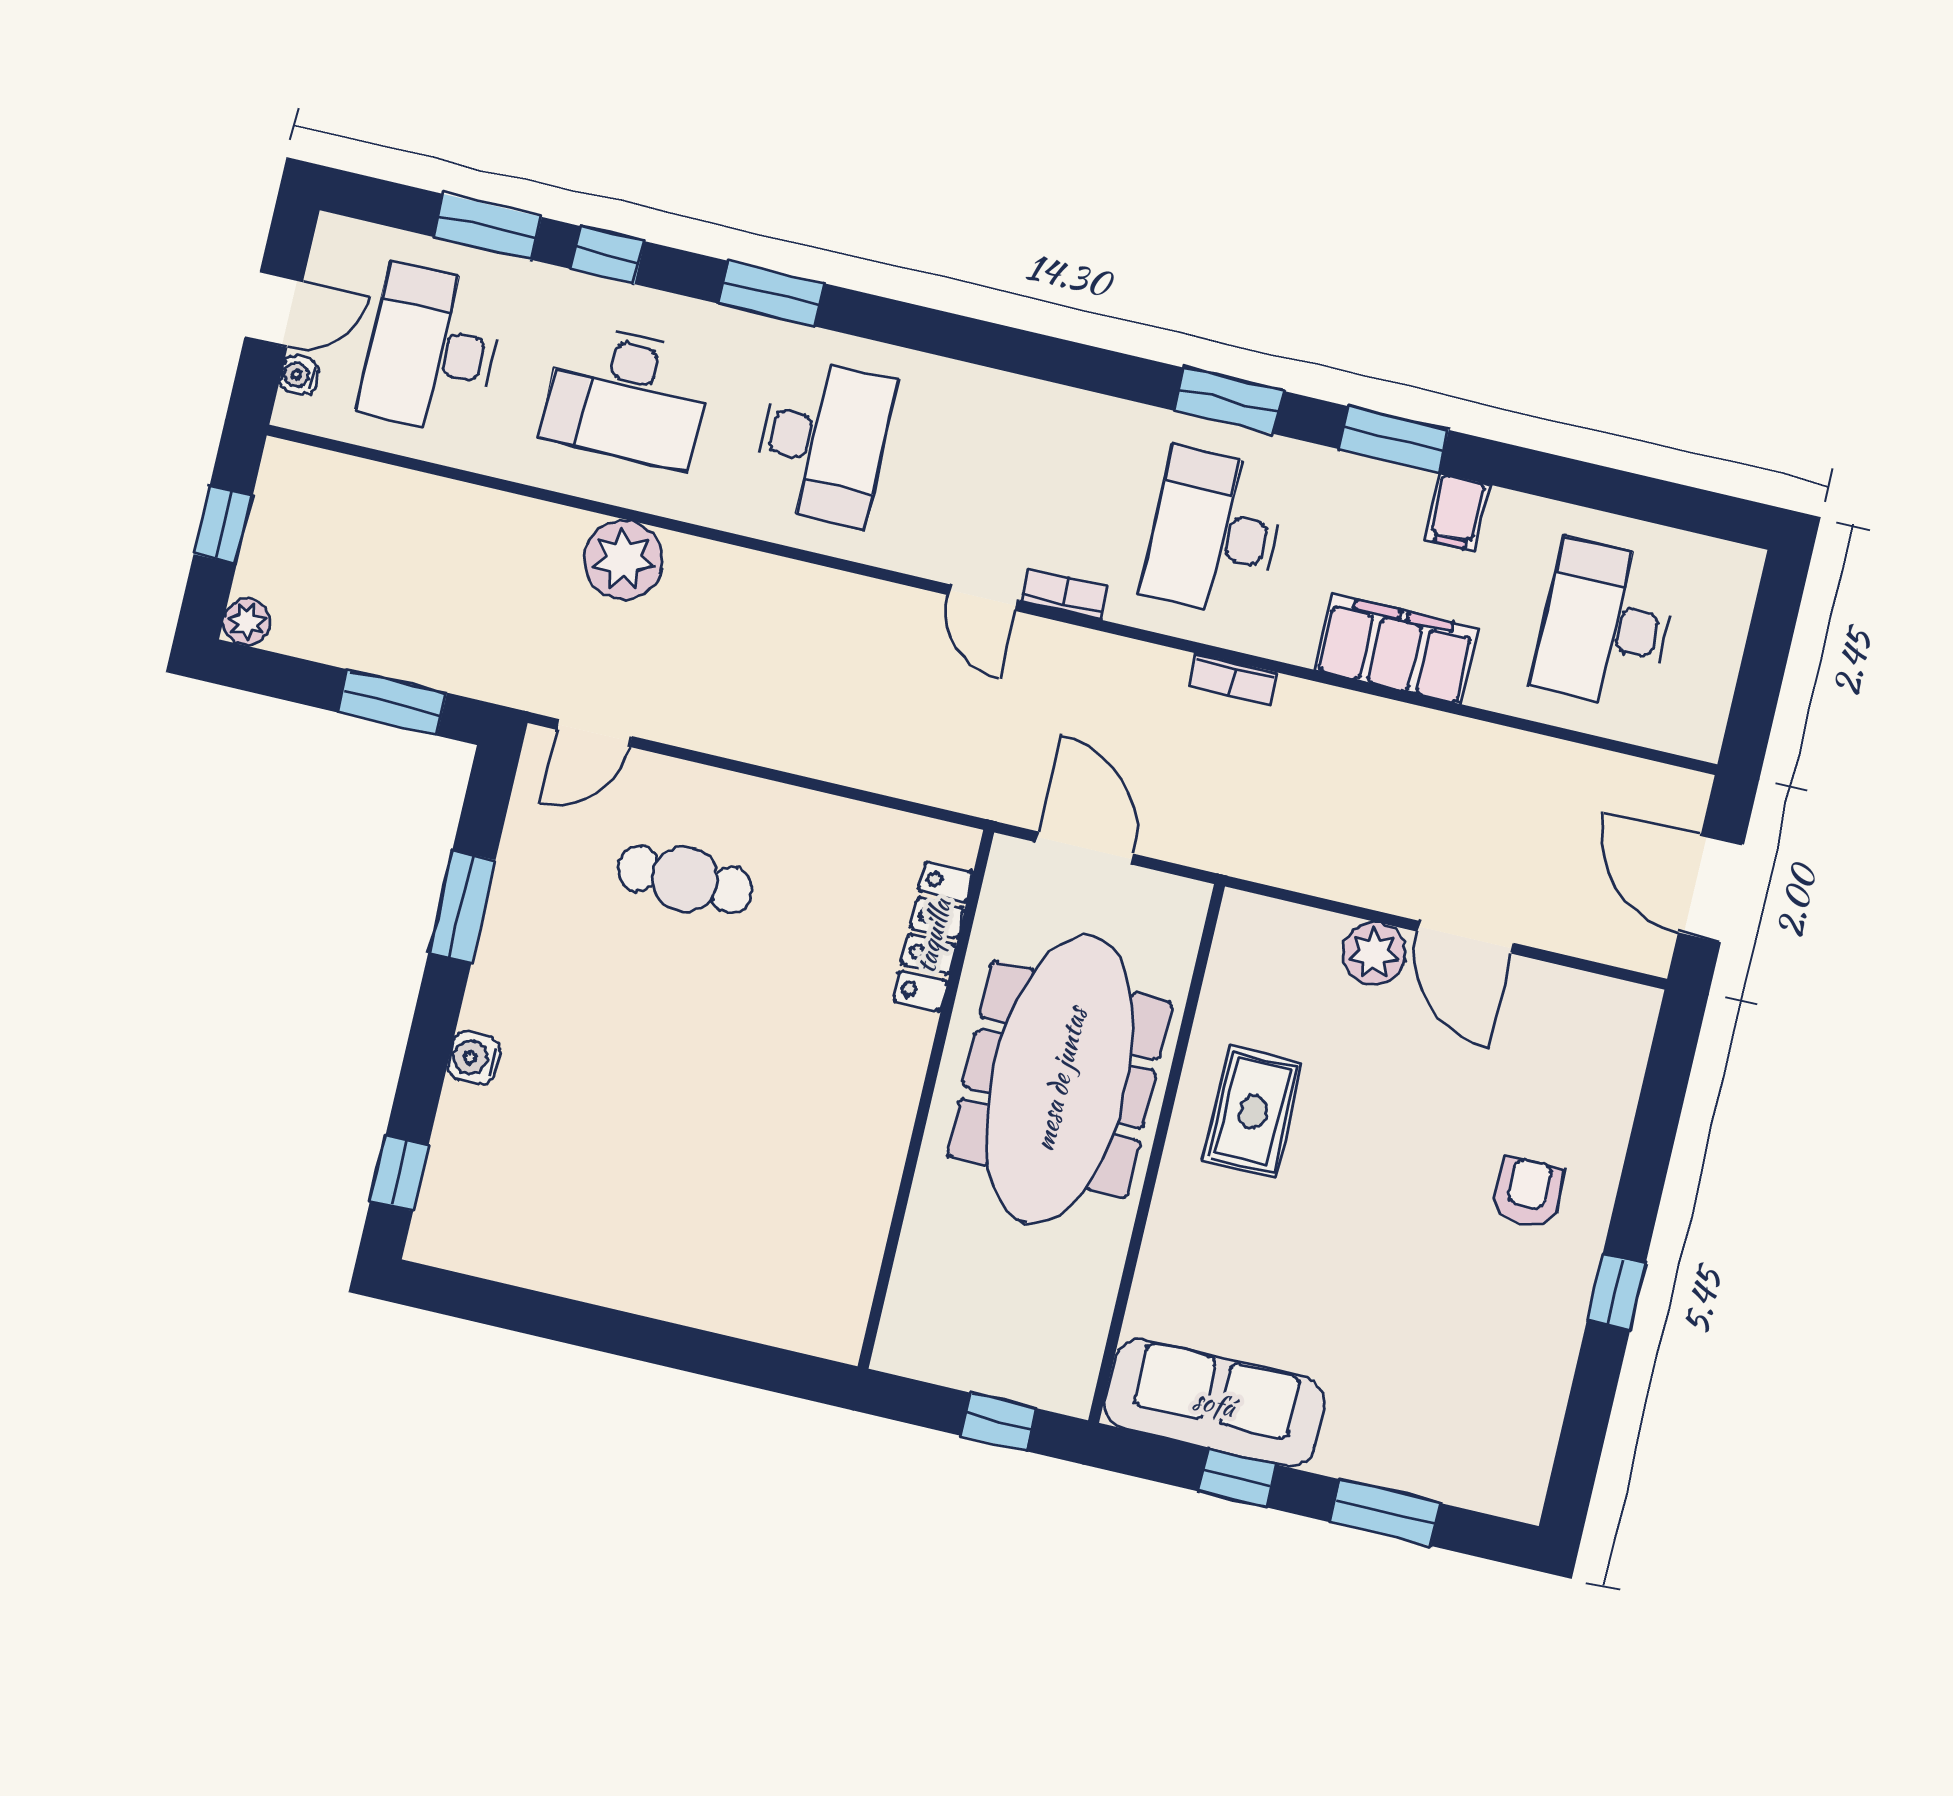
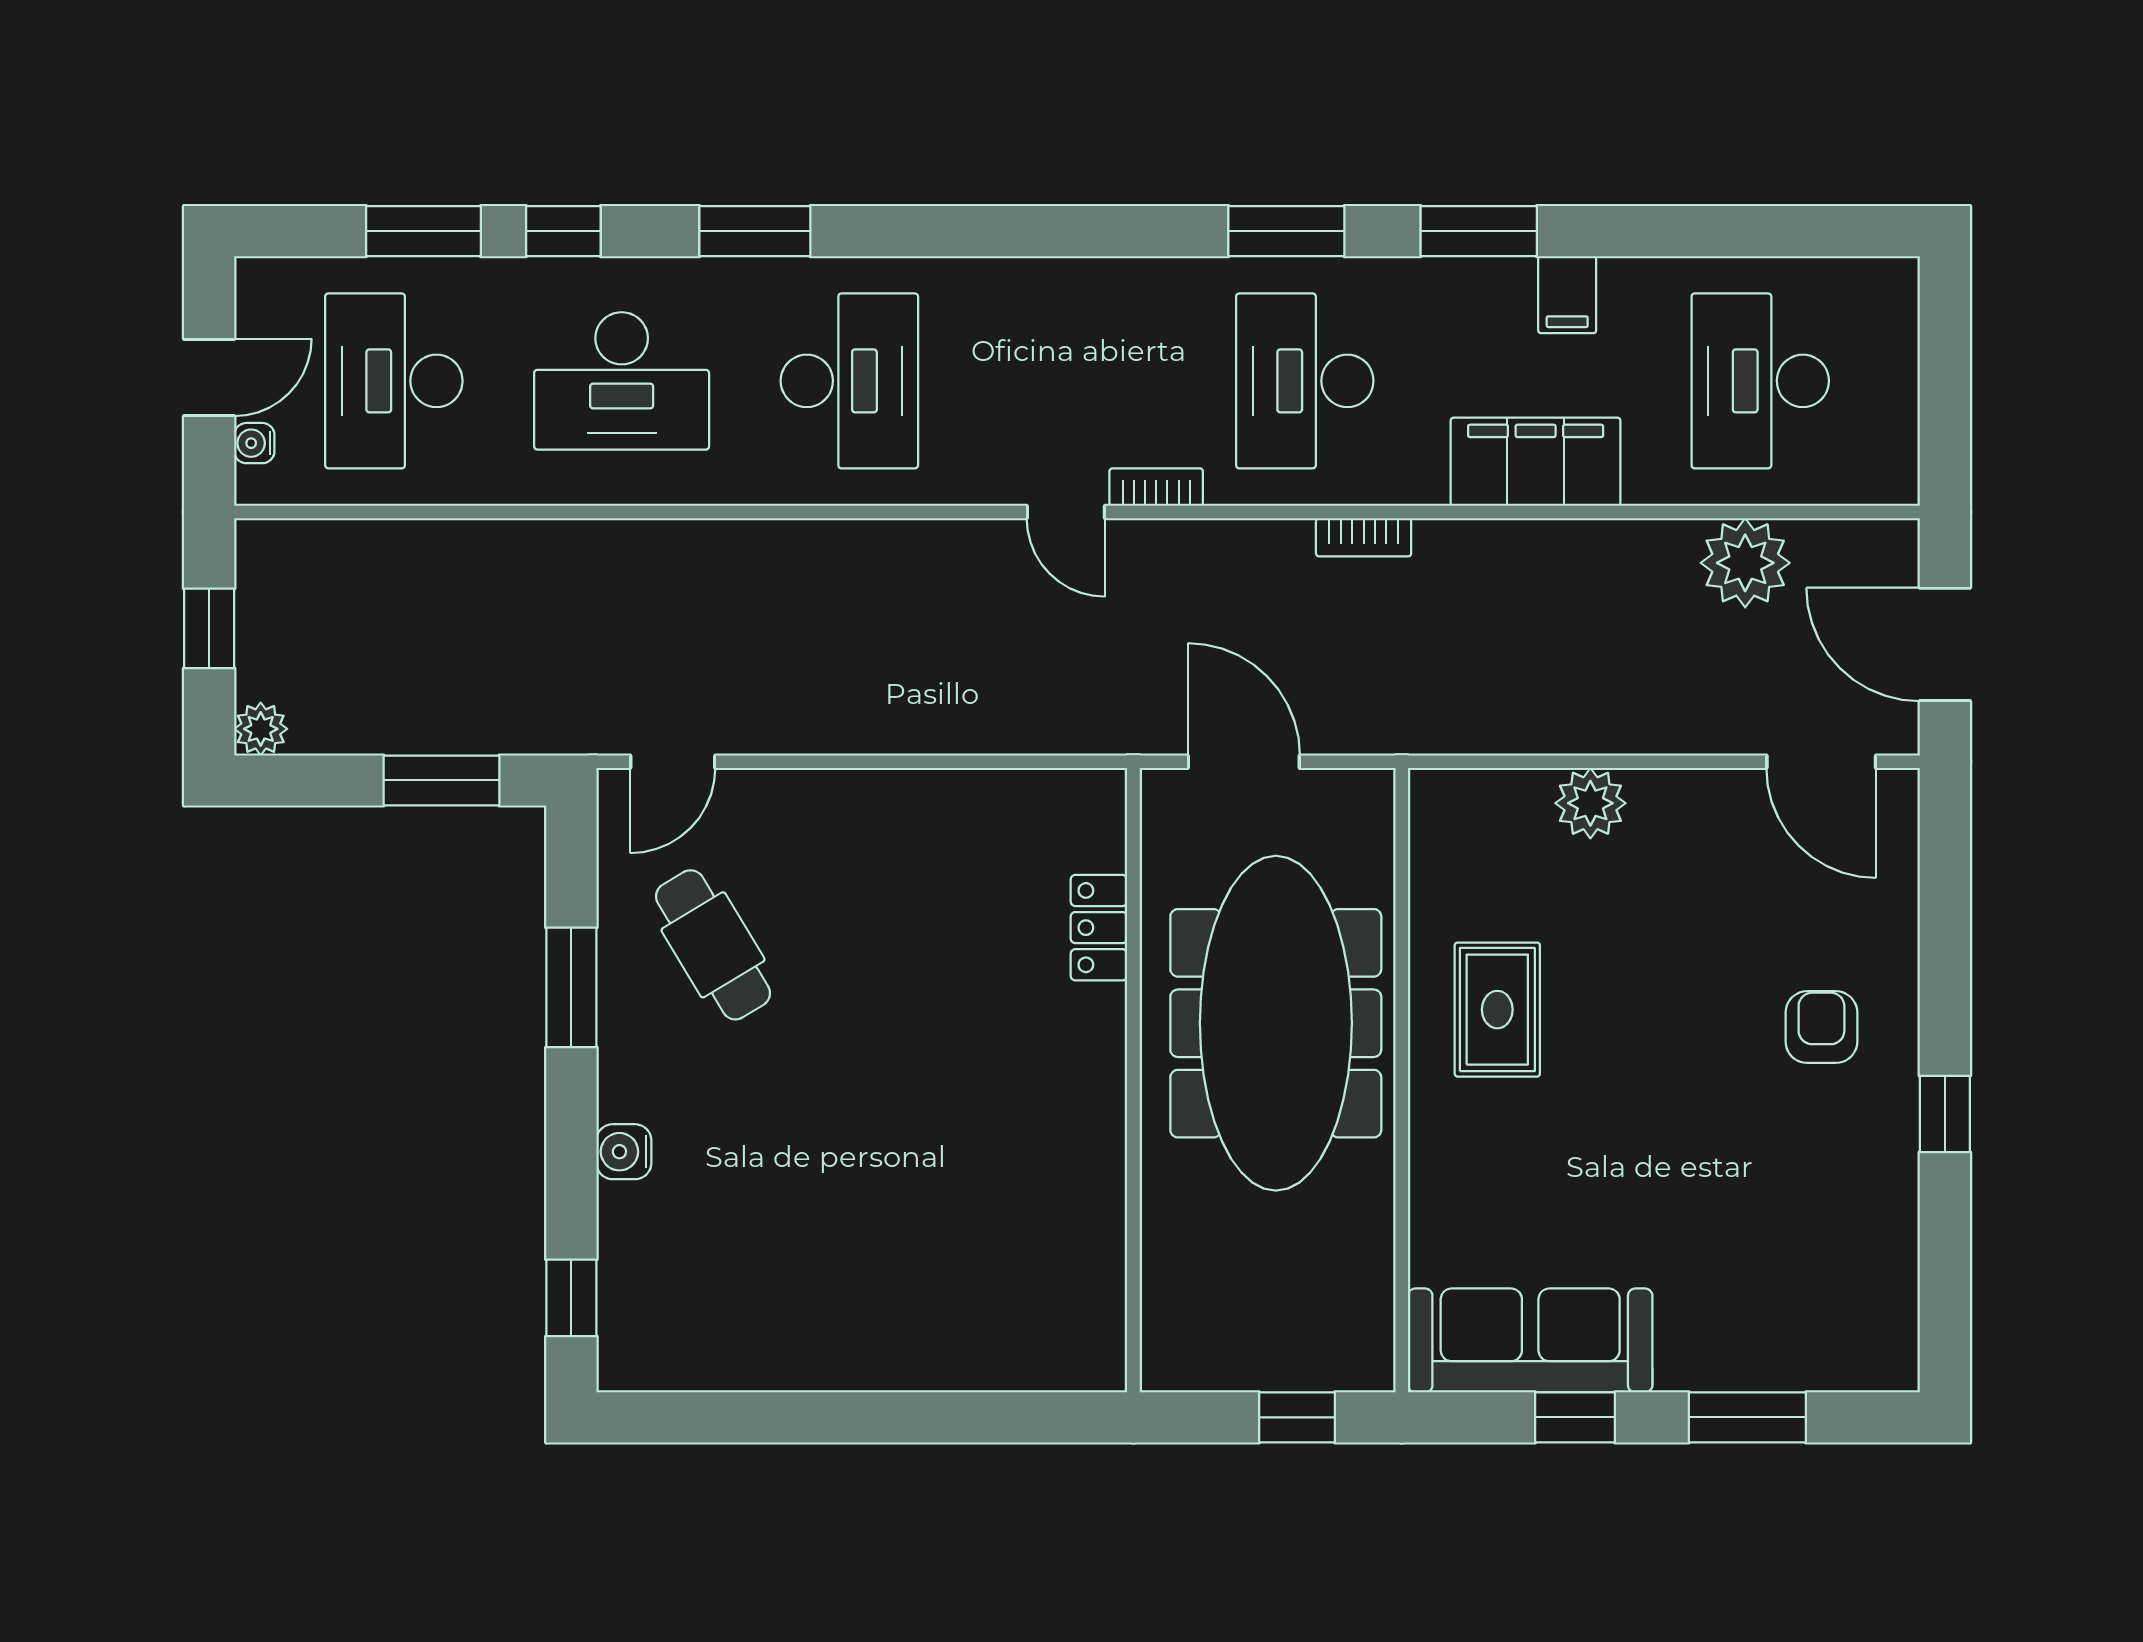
plant: (623, 560) -> (1745, 563), moved
cafe table: (685, 879) -> (713, 945), moved, turned 59
locker: (933, 936) -> (1099, 928), width x0.66
door: (1465, 937) -> (1821, 762), moved

